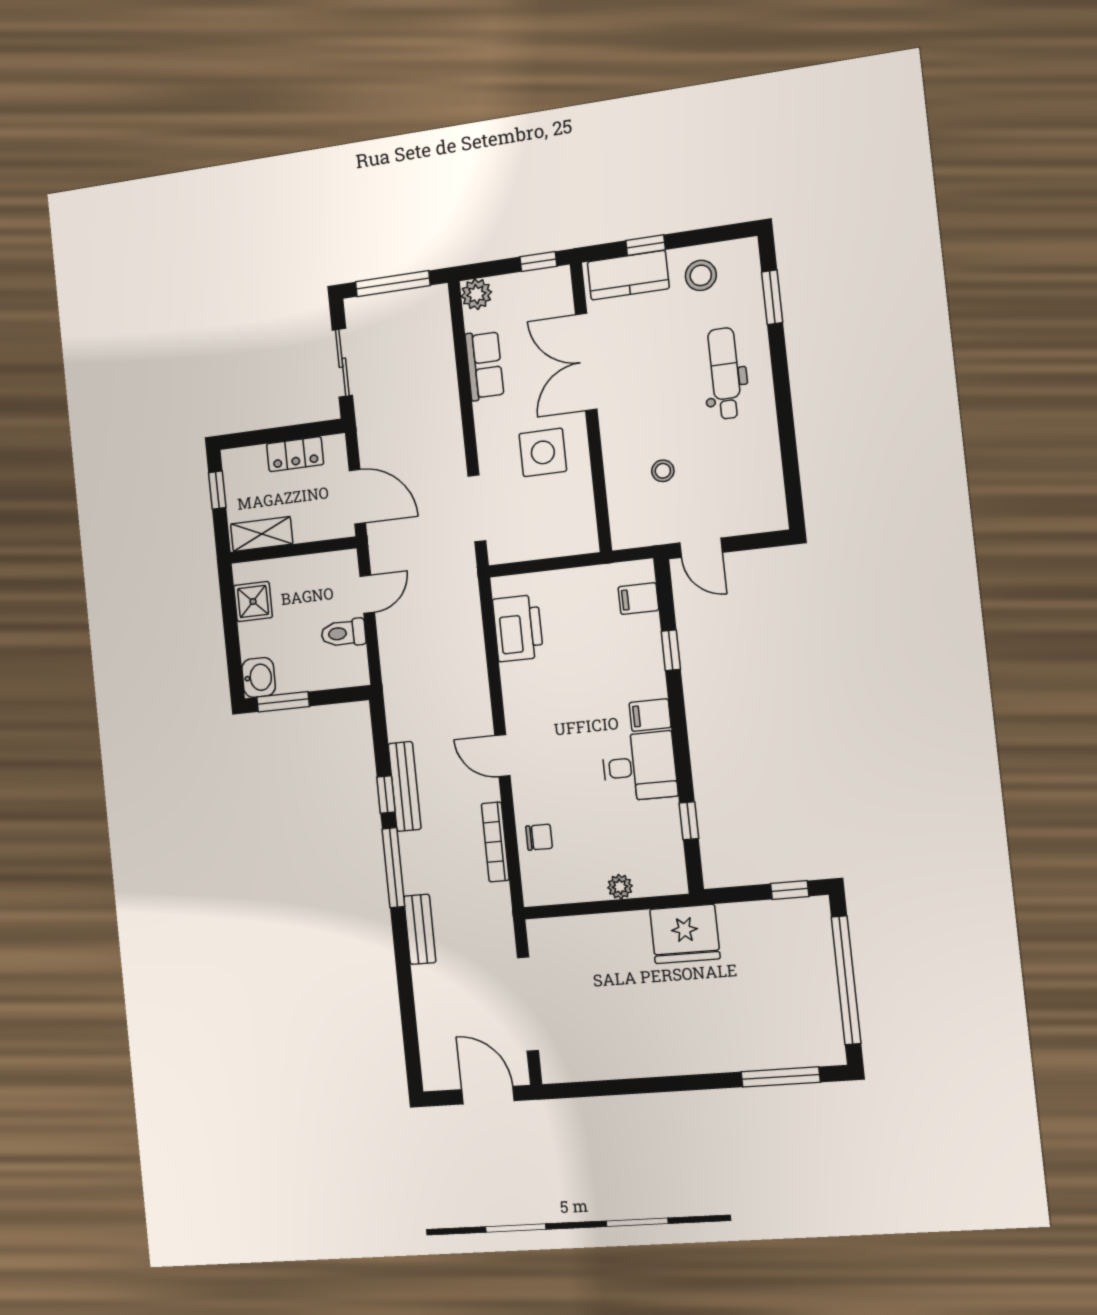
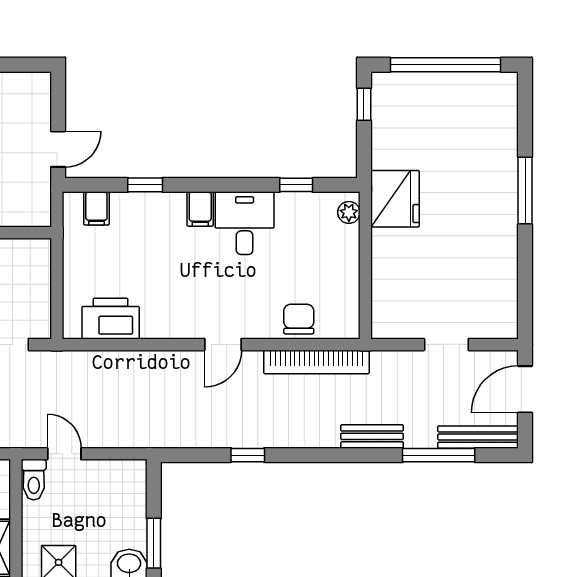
toilet: (343, 633) -> (34, 480), moved
bench: (405, 786) -> (478, 437), moved
chair: (539, 837) -> (299, 319), width x1.37, depth x1.37
bookcase: (495, 842) -> (316, 362), width x1.48, depth x1.31
window: (393, 868) -> (439, 455), moved
plant: (620, 887) -> (349, 212), moved
doorway: (528, 1004) -> (446, 345), width x0.53
window: (781, 1077) -> (525, 191), moved

